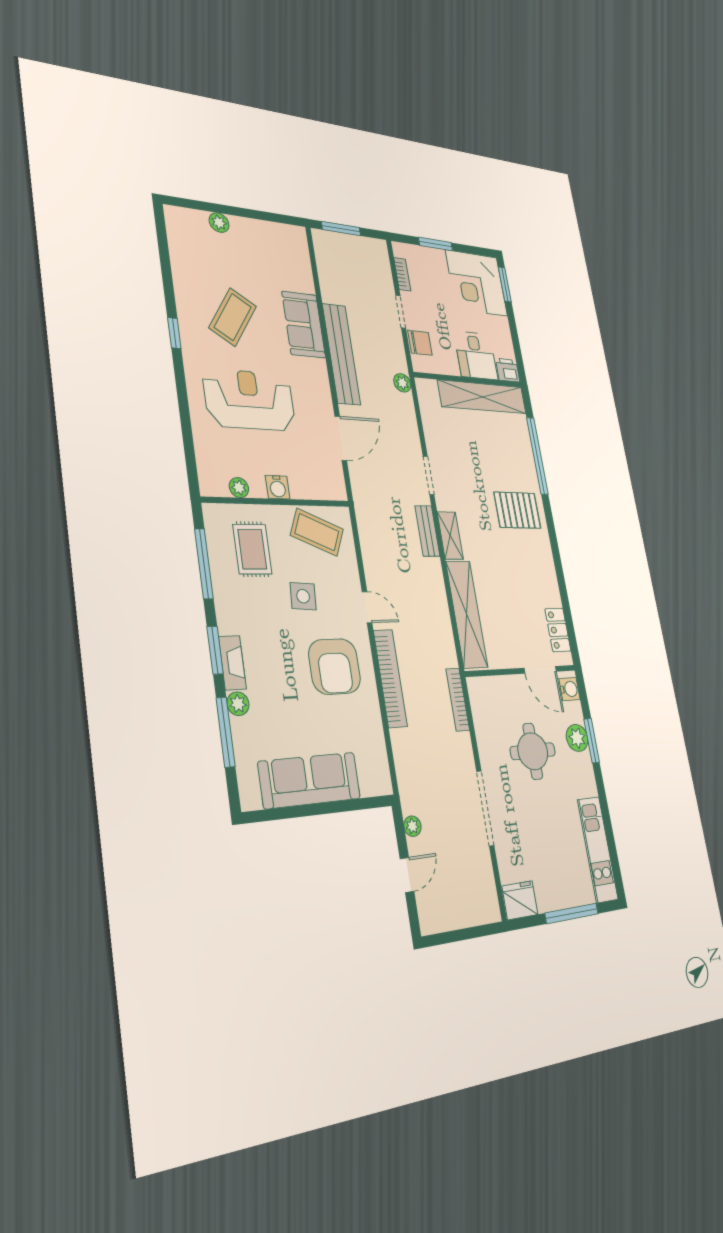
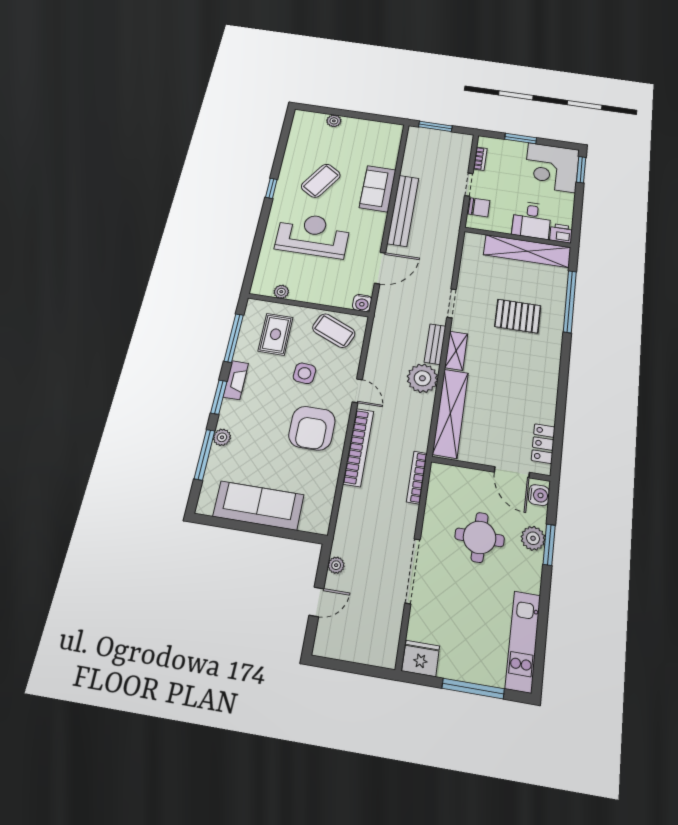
plant: (402, 383) -> (422, 378), moved, width x1.88, depth x1.88
water cooler: (278, 487) -> (362, 303), moved
pallet: (517, 510) -> (518, 316), moved
fireplace: (232, 663) -> (236, 380), moved

